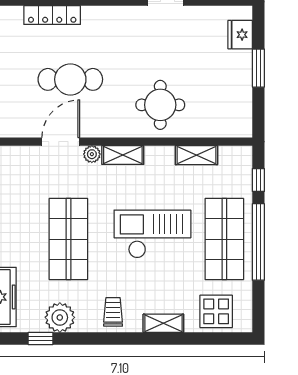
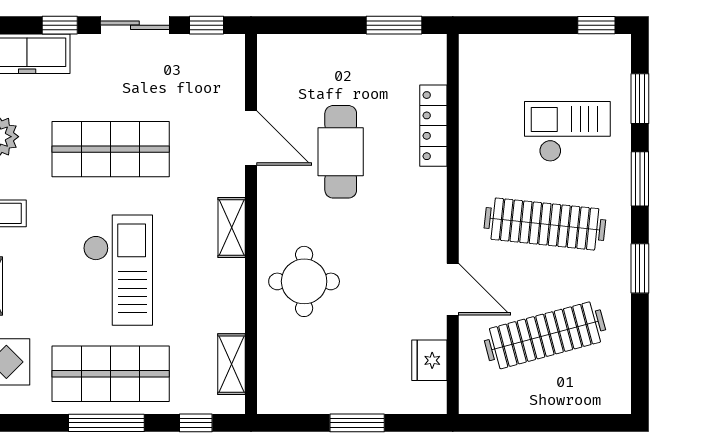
fridge: (240, 35) -> (429, 360), moved, turned -90
plant: (92, 154) -> (233, 183), removed
shelving: (196, 155) -> (231, 364), moved
window: (258, 242) -> (106, 423), width x0.68

